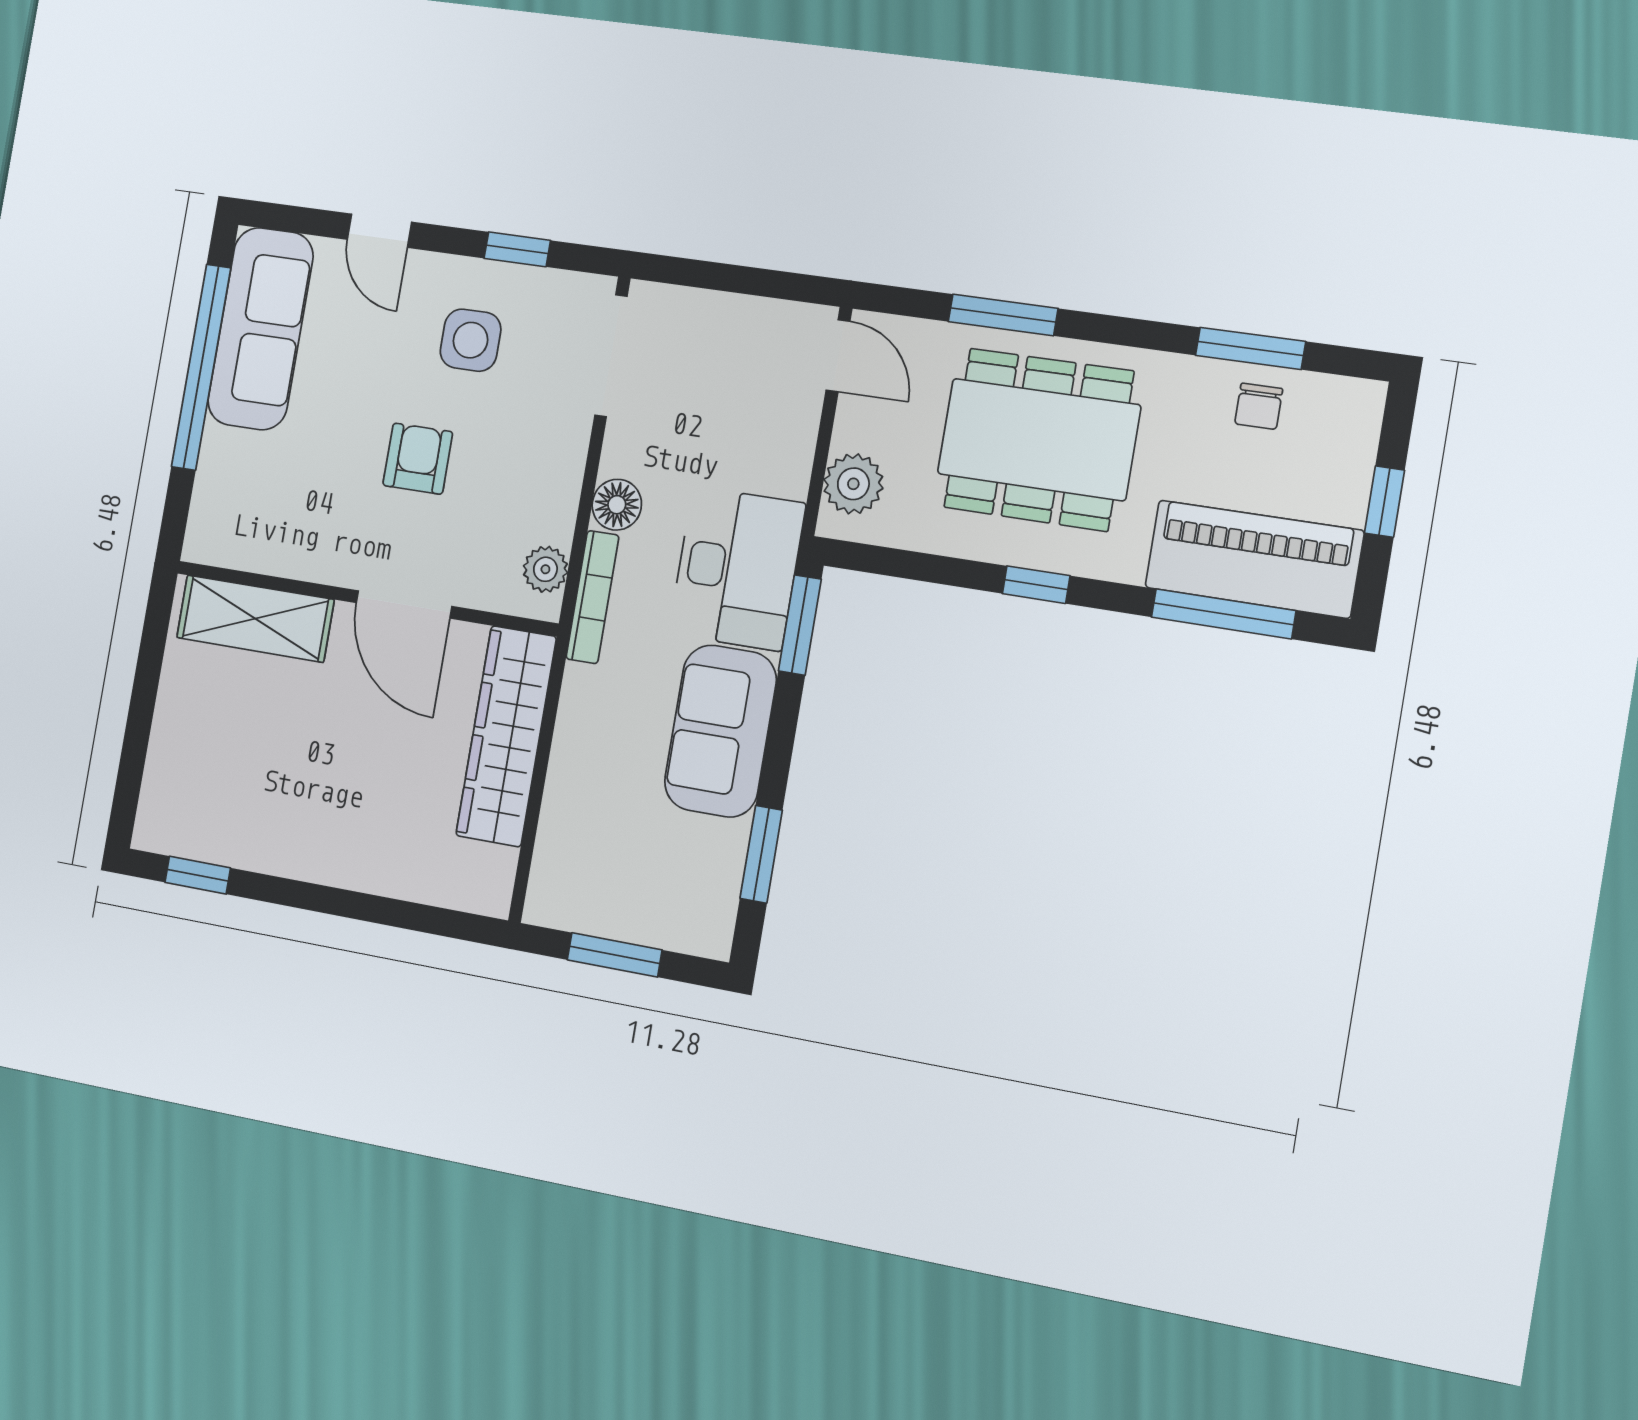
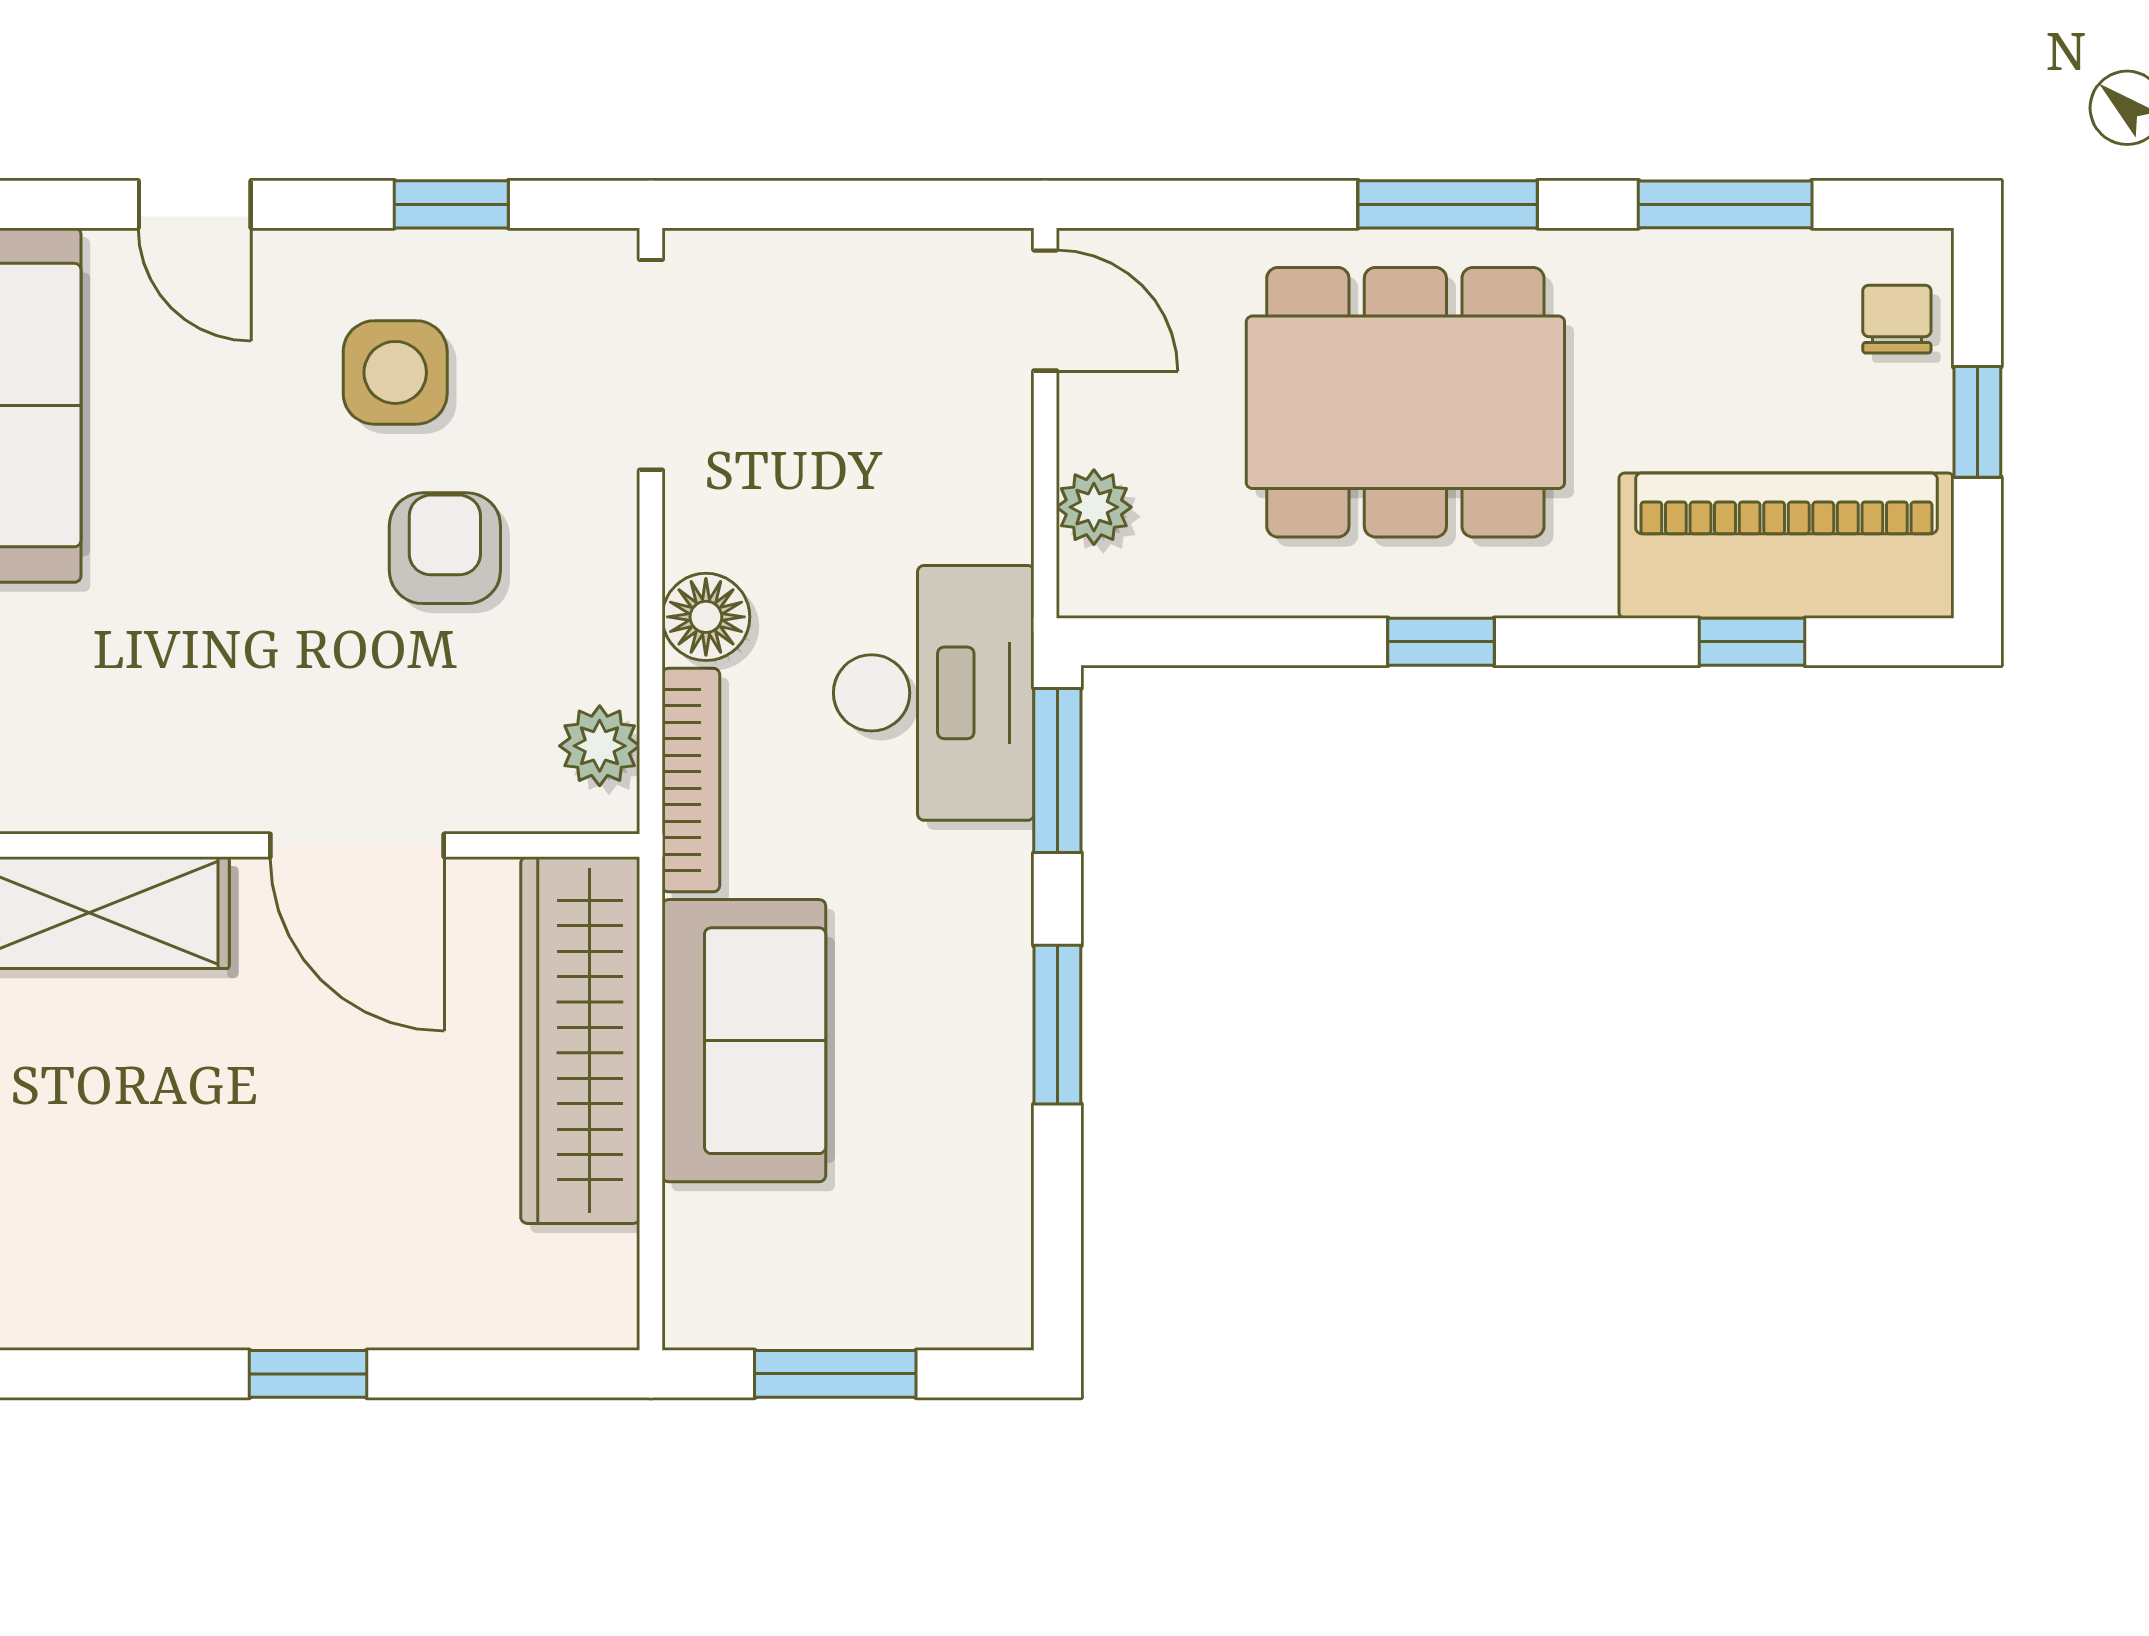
window: (1003, 315) -> (1448, 204), moved
chair: (1259, 406) -> (1897, 319), moved, turned 180
armchair: (418, 459) -> (445, 548), moved
plant: (853, 484) -> (1094, 507), width x0.73, depth x0.73
window: (1223, 614) -> (1752, 642), width x0.46
sofa: (720, 731) -> (744, 1041), moved, turned 180
window: (761, 854) -> (1057, 1025), moved
window: (198, 875) -> (308, 1374), moved

